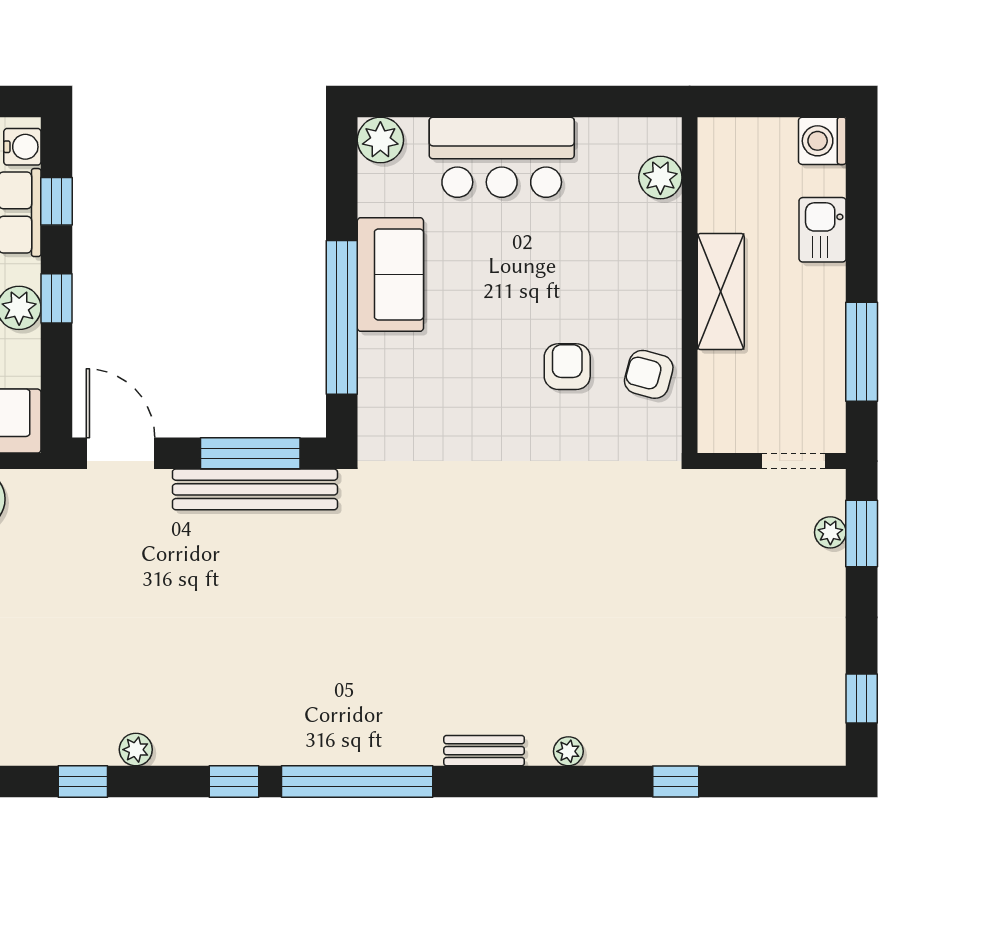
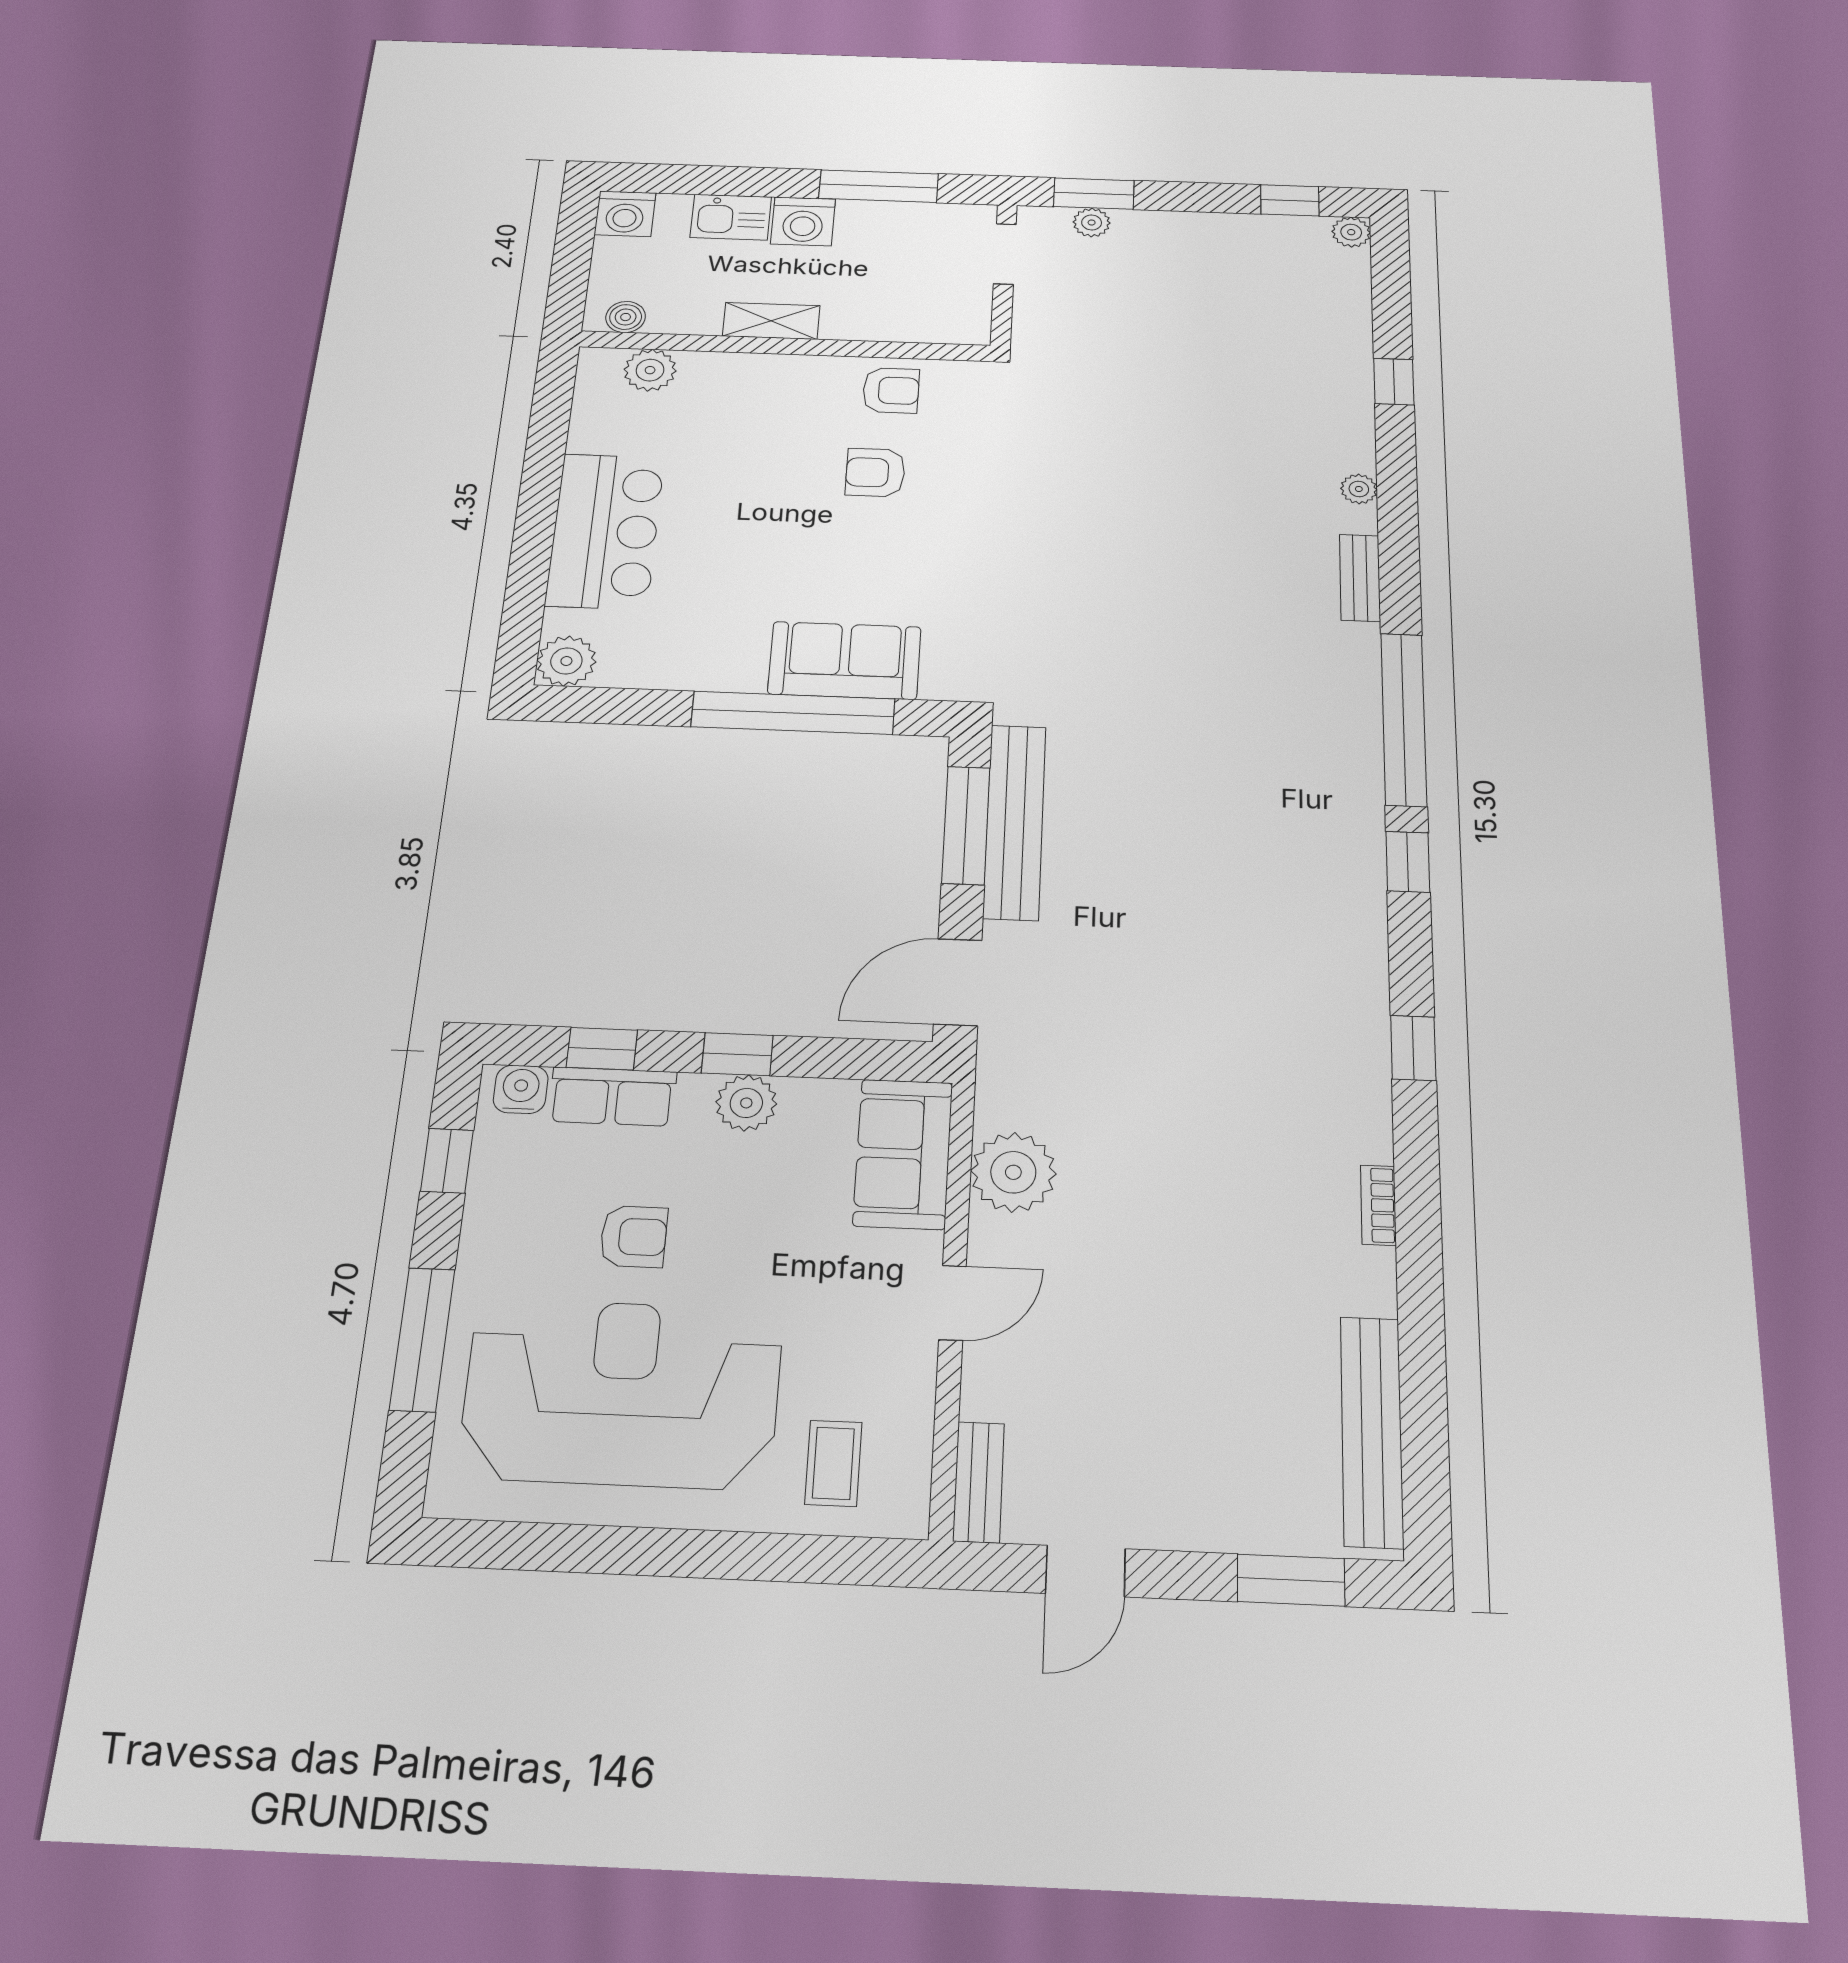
boiler: (714, 152) -> (626, 317), added
sofa: (390, 274) -> (845, 660), moved
washing machine: (821, 291) -> (803, 221), added
shelving: (721, 292) -> (771, 321), width x0.67, depth x0.75
armchair: (649, 374) -> (891, 390), turned -105
plant: (136, 750) -> (1351, 232), moved

